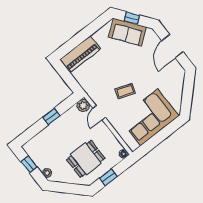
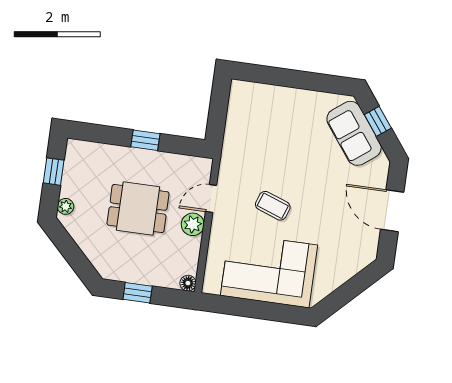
door: (172, 46) -> (392, 211), hinge flipped
piano: (80, 54) -> (264, 99), removed
plant: (83, 105) -> (193, 224), moved
dining table: (86, 159) -> (138, 209), moved

